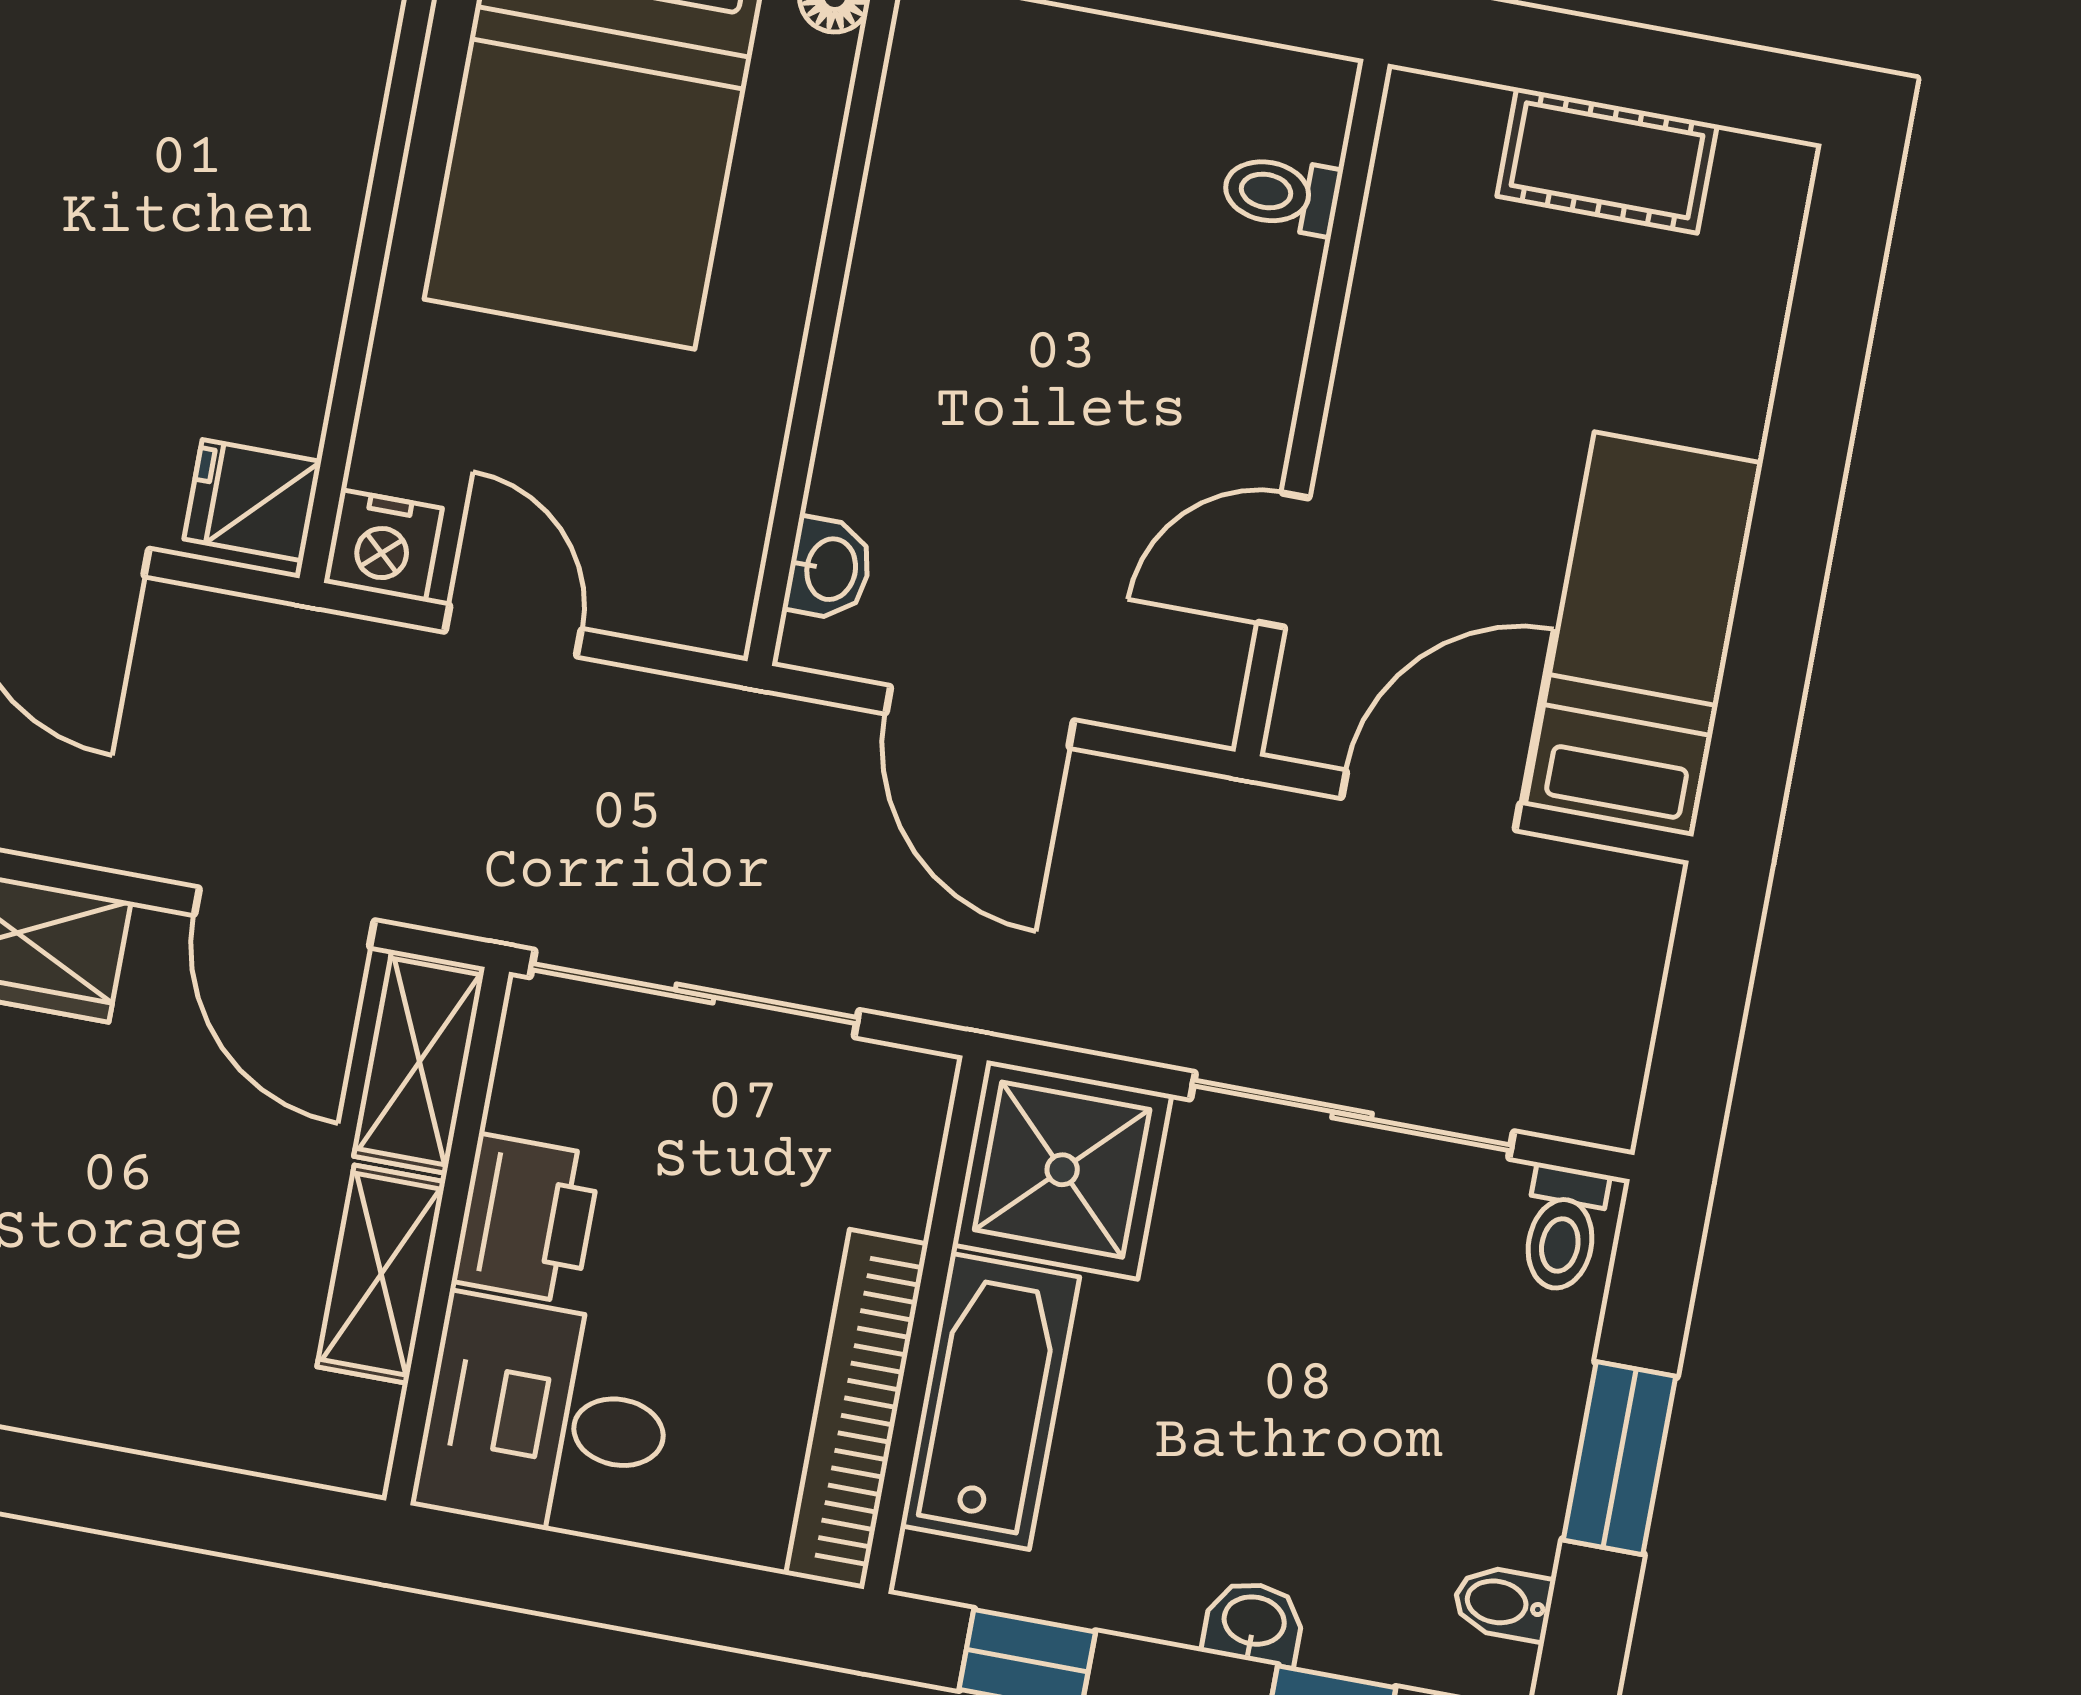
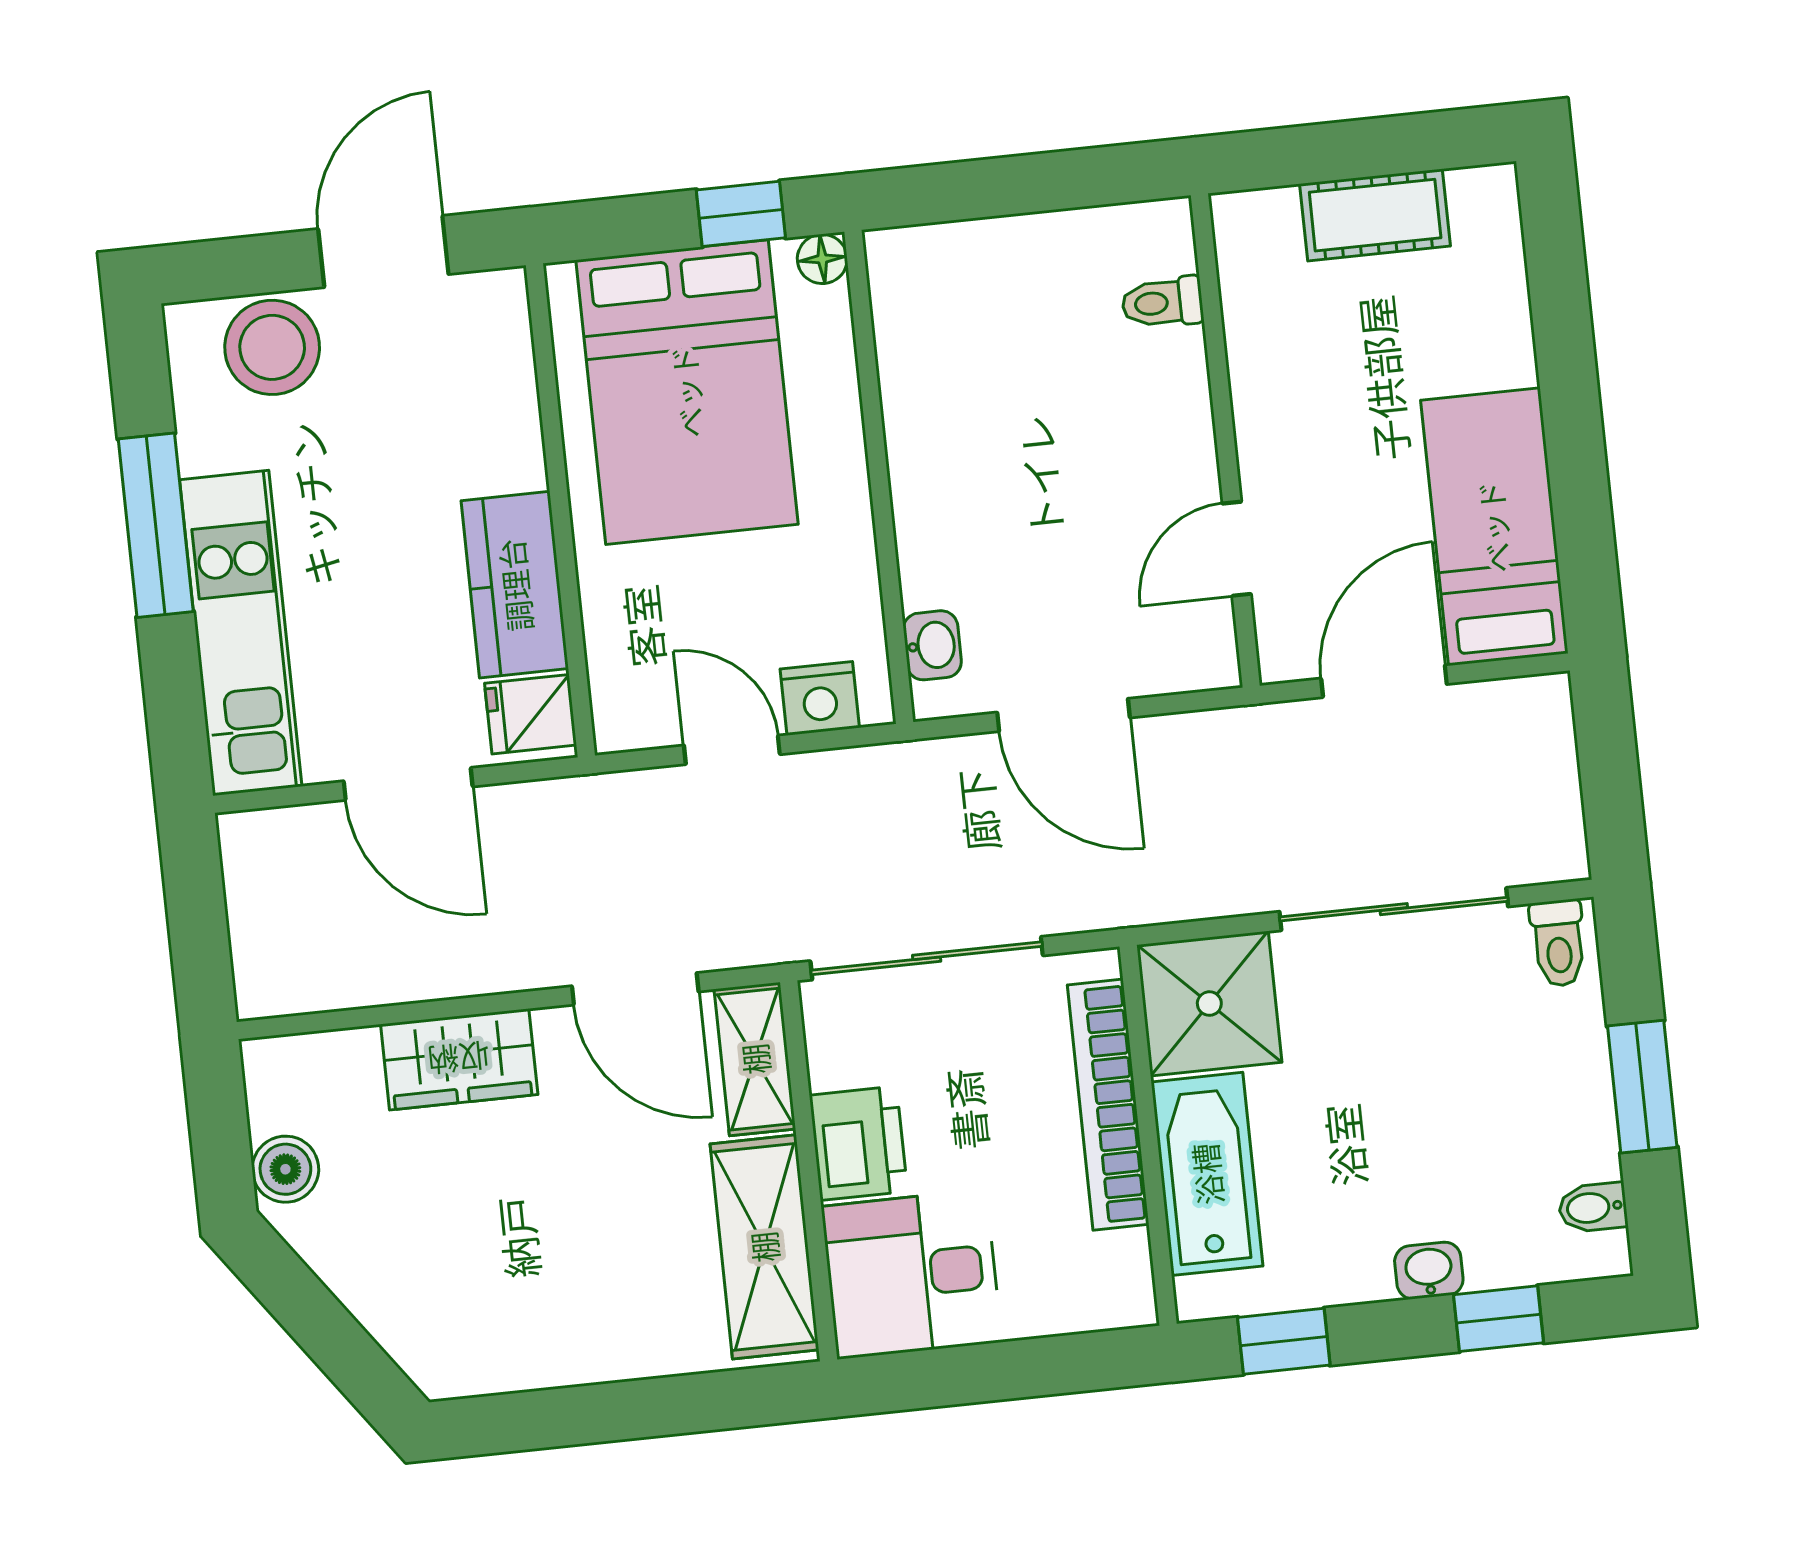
kitchen counter: (283, 317) -> (515, 585), added
nightstand: (383, 546) -> (820, 698), moved
shelving: (381, 1274) -> (764, 1247), width x1.50, depth x1.33
bookcase: (857, 1409) -> (1108, 1105), moved

